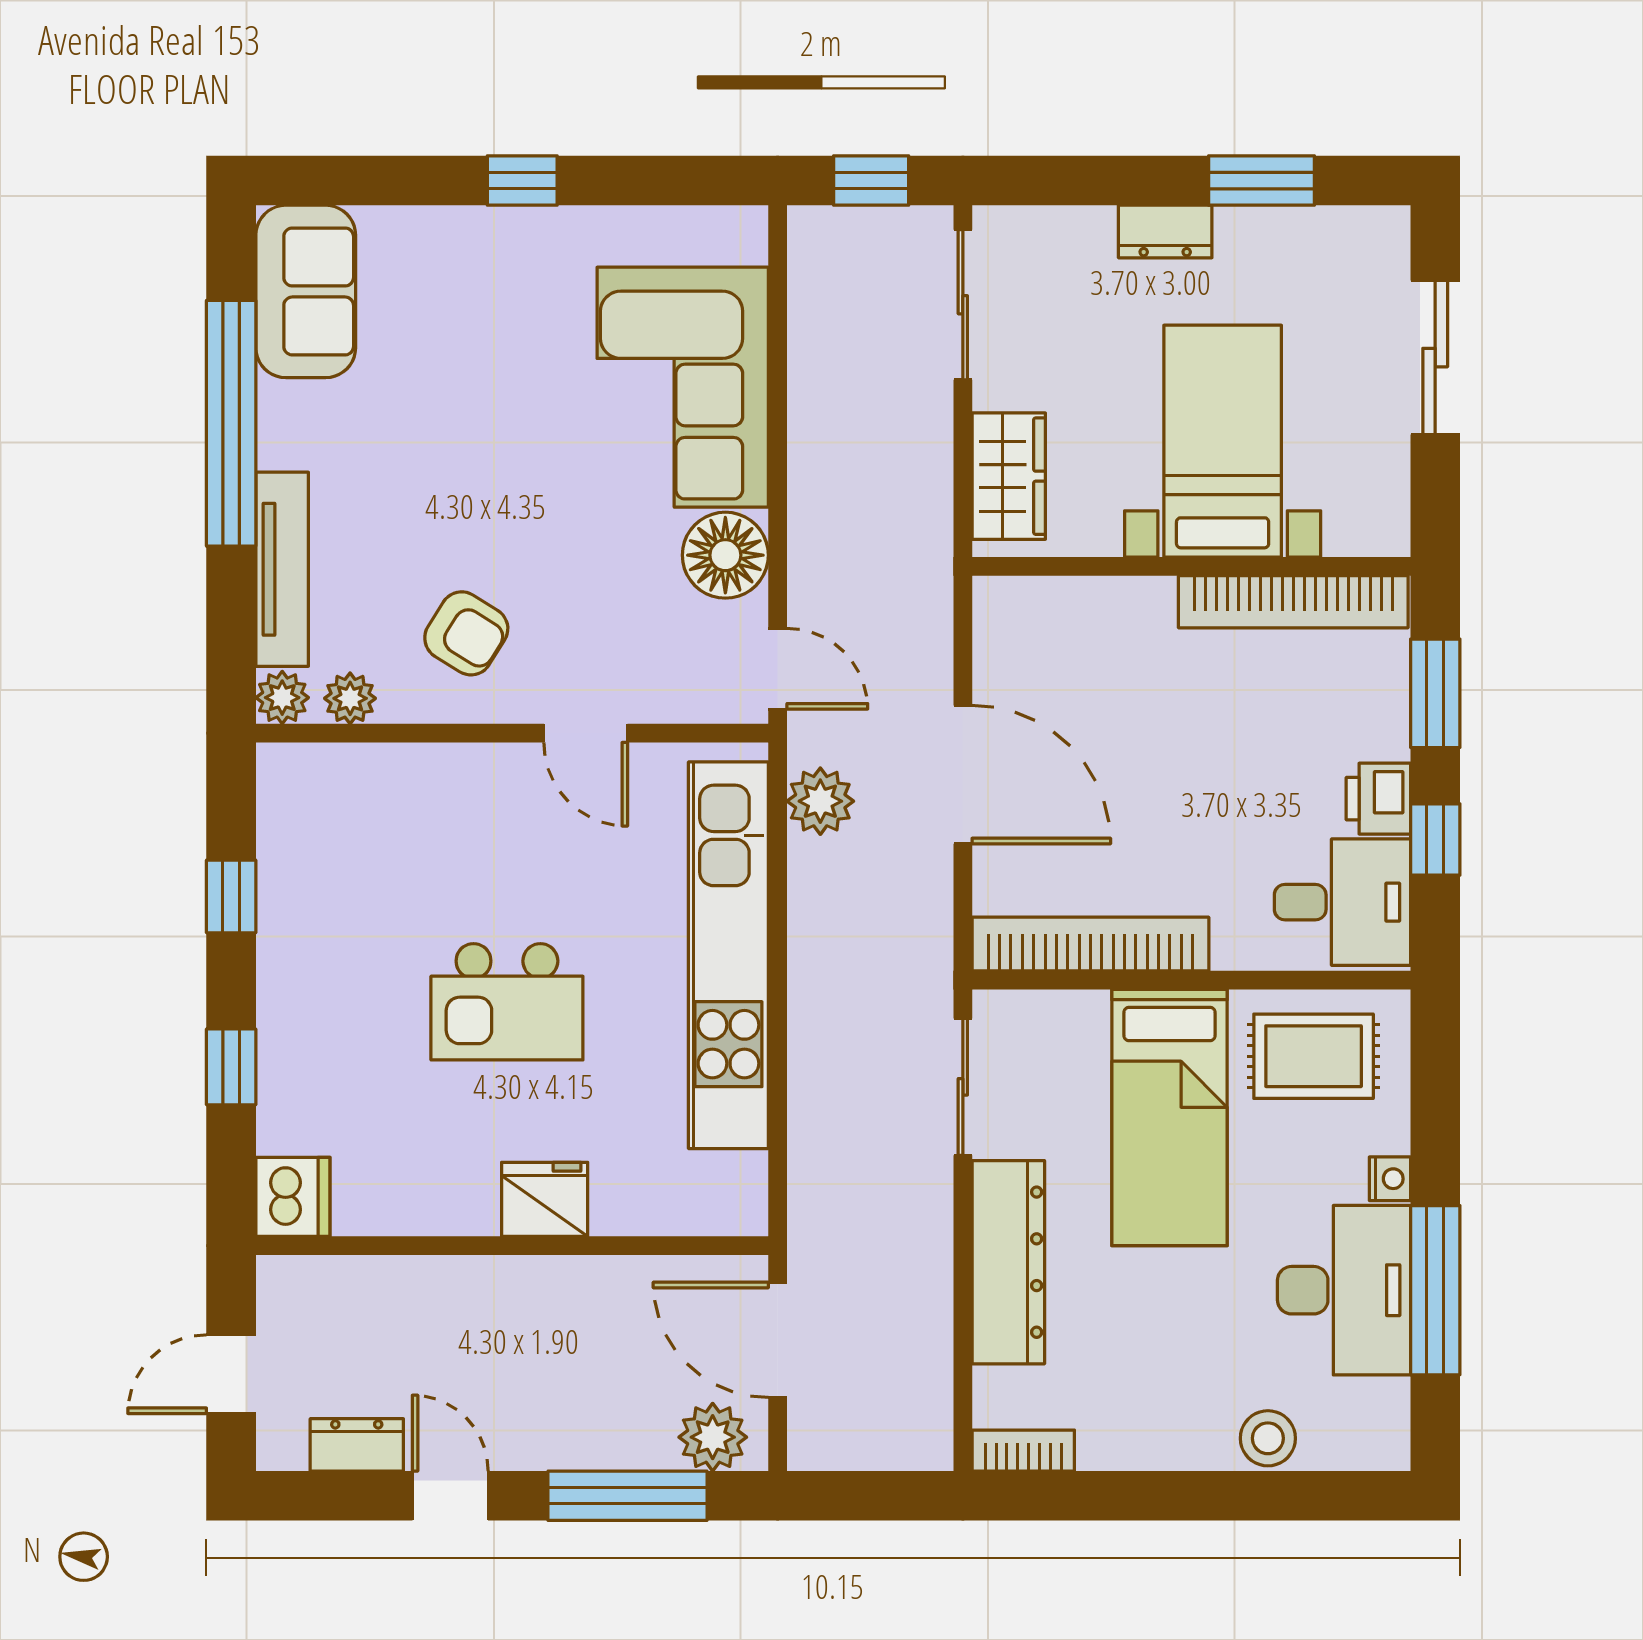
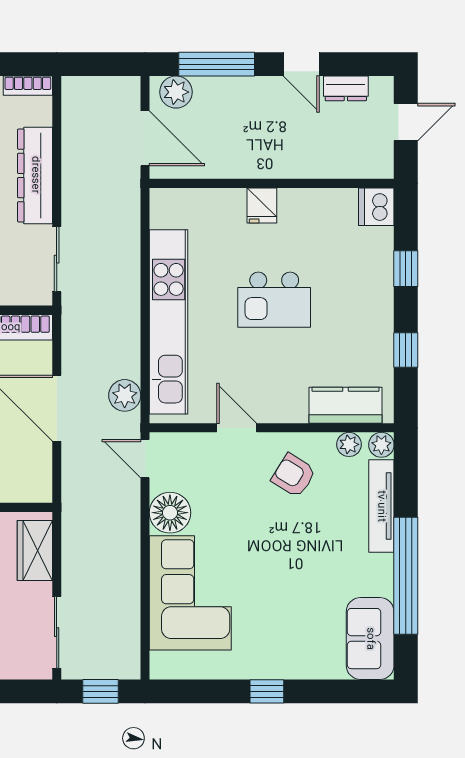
kitchen counter: (357, 781) -> (346, 405), added
kitchen island: (507, 1002) -> (274, 300), turned 180
fridge: (545, 1199) -> (262, 205), width x0.72

